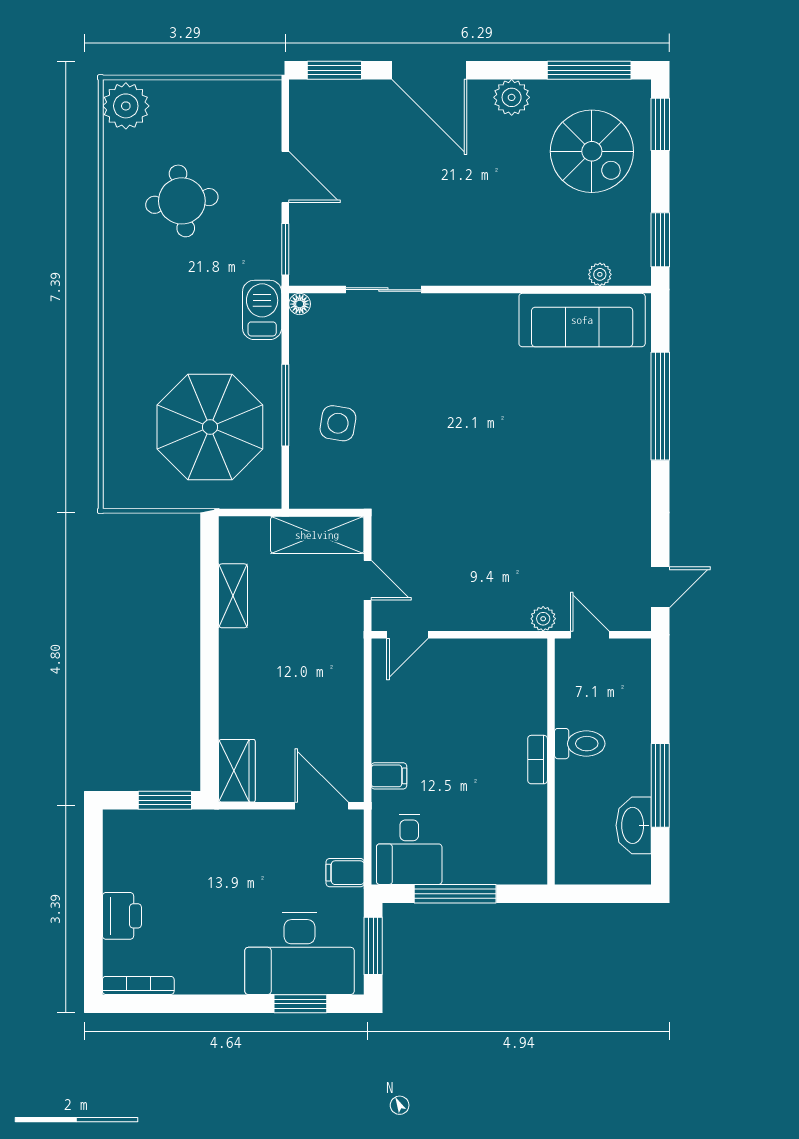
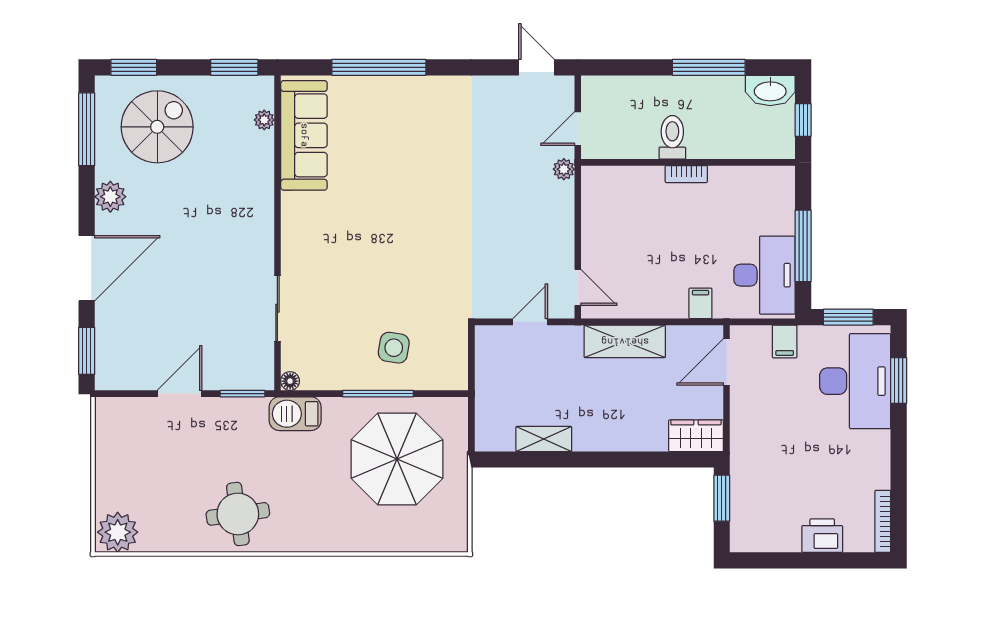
round table: (182, 201) -> (238, 514), moved
shelving: (317, 535) -> (625, 341), moved, turned 90
washbasin: (634, 825) -> (770, 90), moved
desk: (409, 849) -> (764, 275), width x1.37
window: (600, 894) -> (803, 120), added

